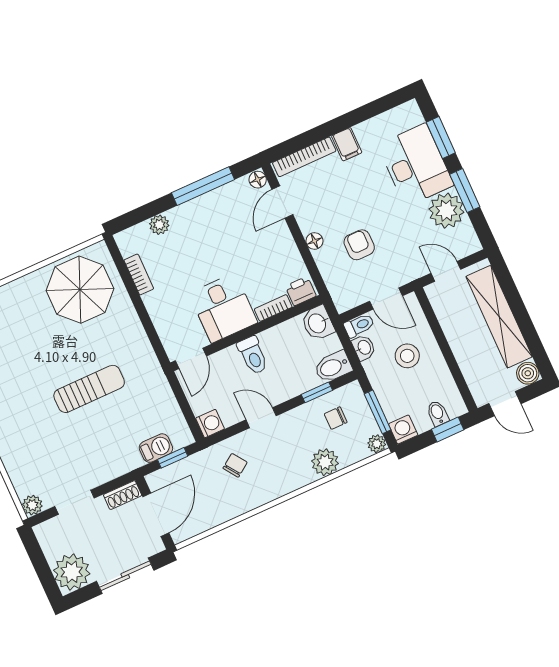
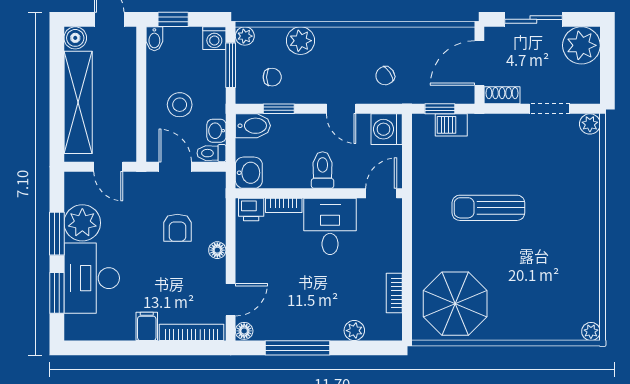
bidet: (438, 413) -> (154, 39), moved
washing machine: (210, 423) -> (387, 129), width x1.38, depth x1.38

